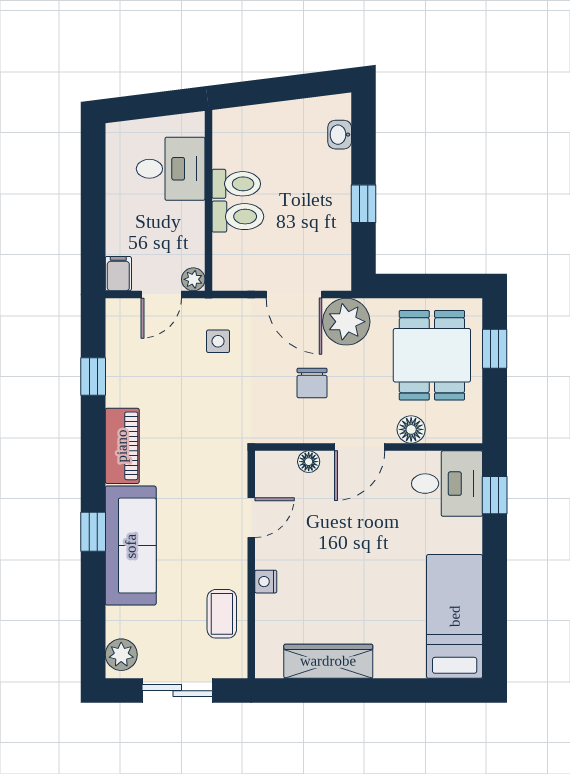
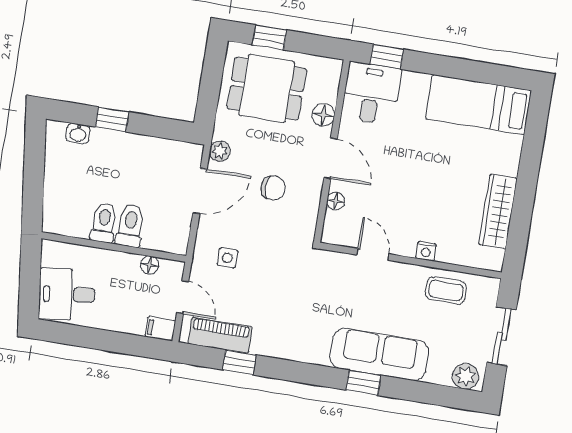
desk: (171, 169) -> (67, 294), moved, turned -97
window: (363, 204) -> (112, 119), moved
floor lamp: (194, 248) -> (150, 265), added
plant: (193, 279) -> (175, 270), removed
plant: (346, 322) -> (220, 151), width x0.53, depth x0.53
piano: (122, 446) -> (220, 335), moved

